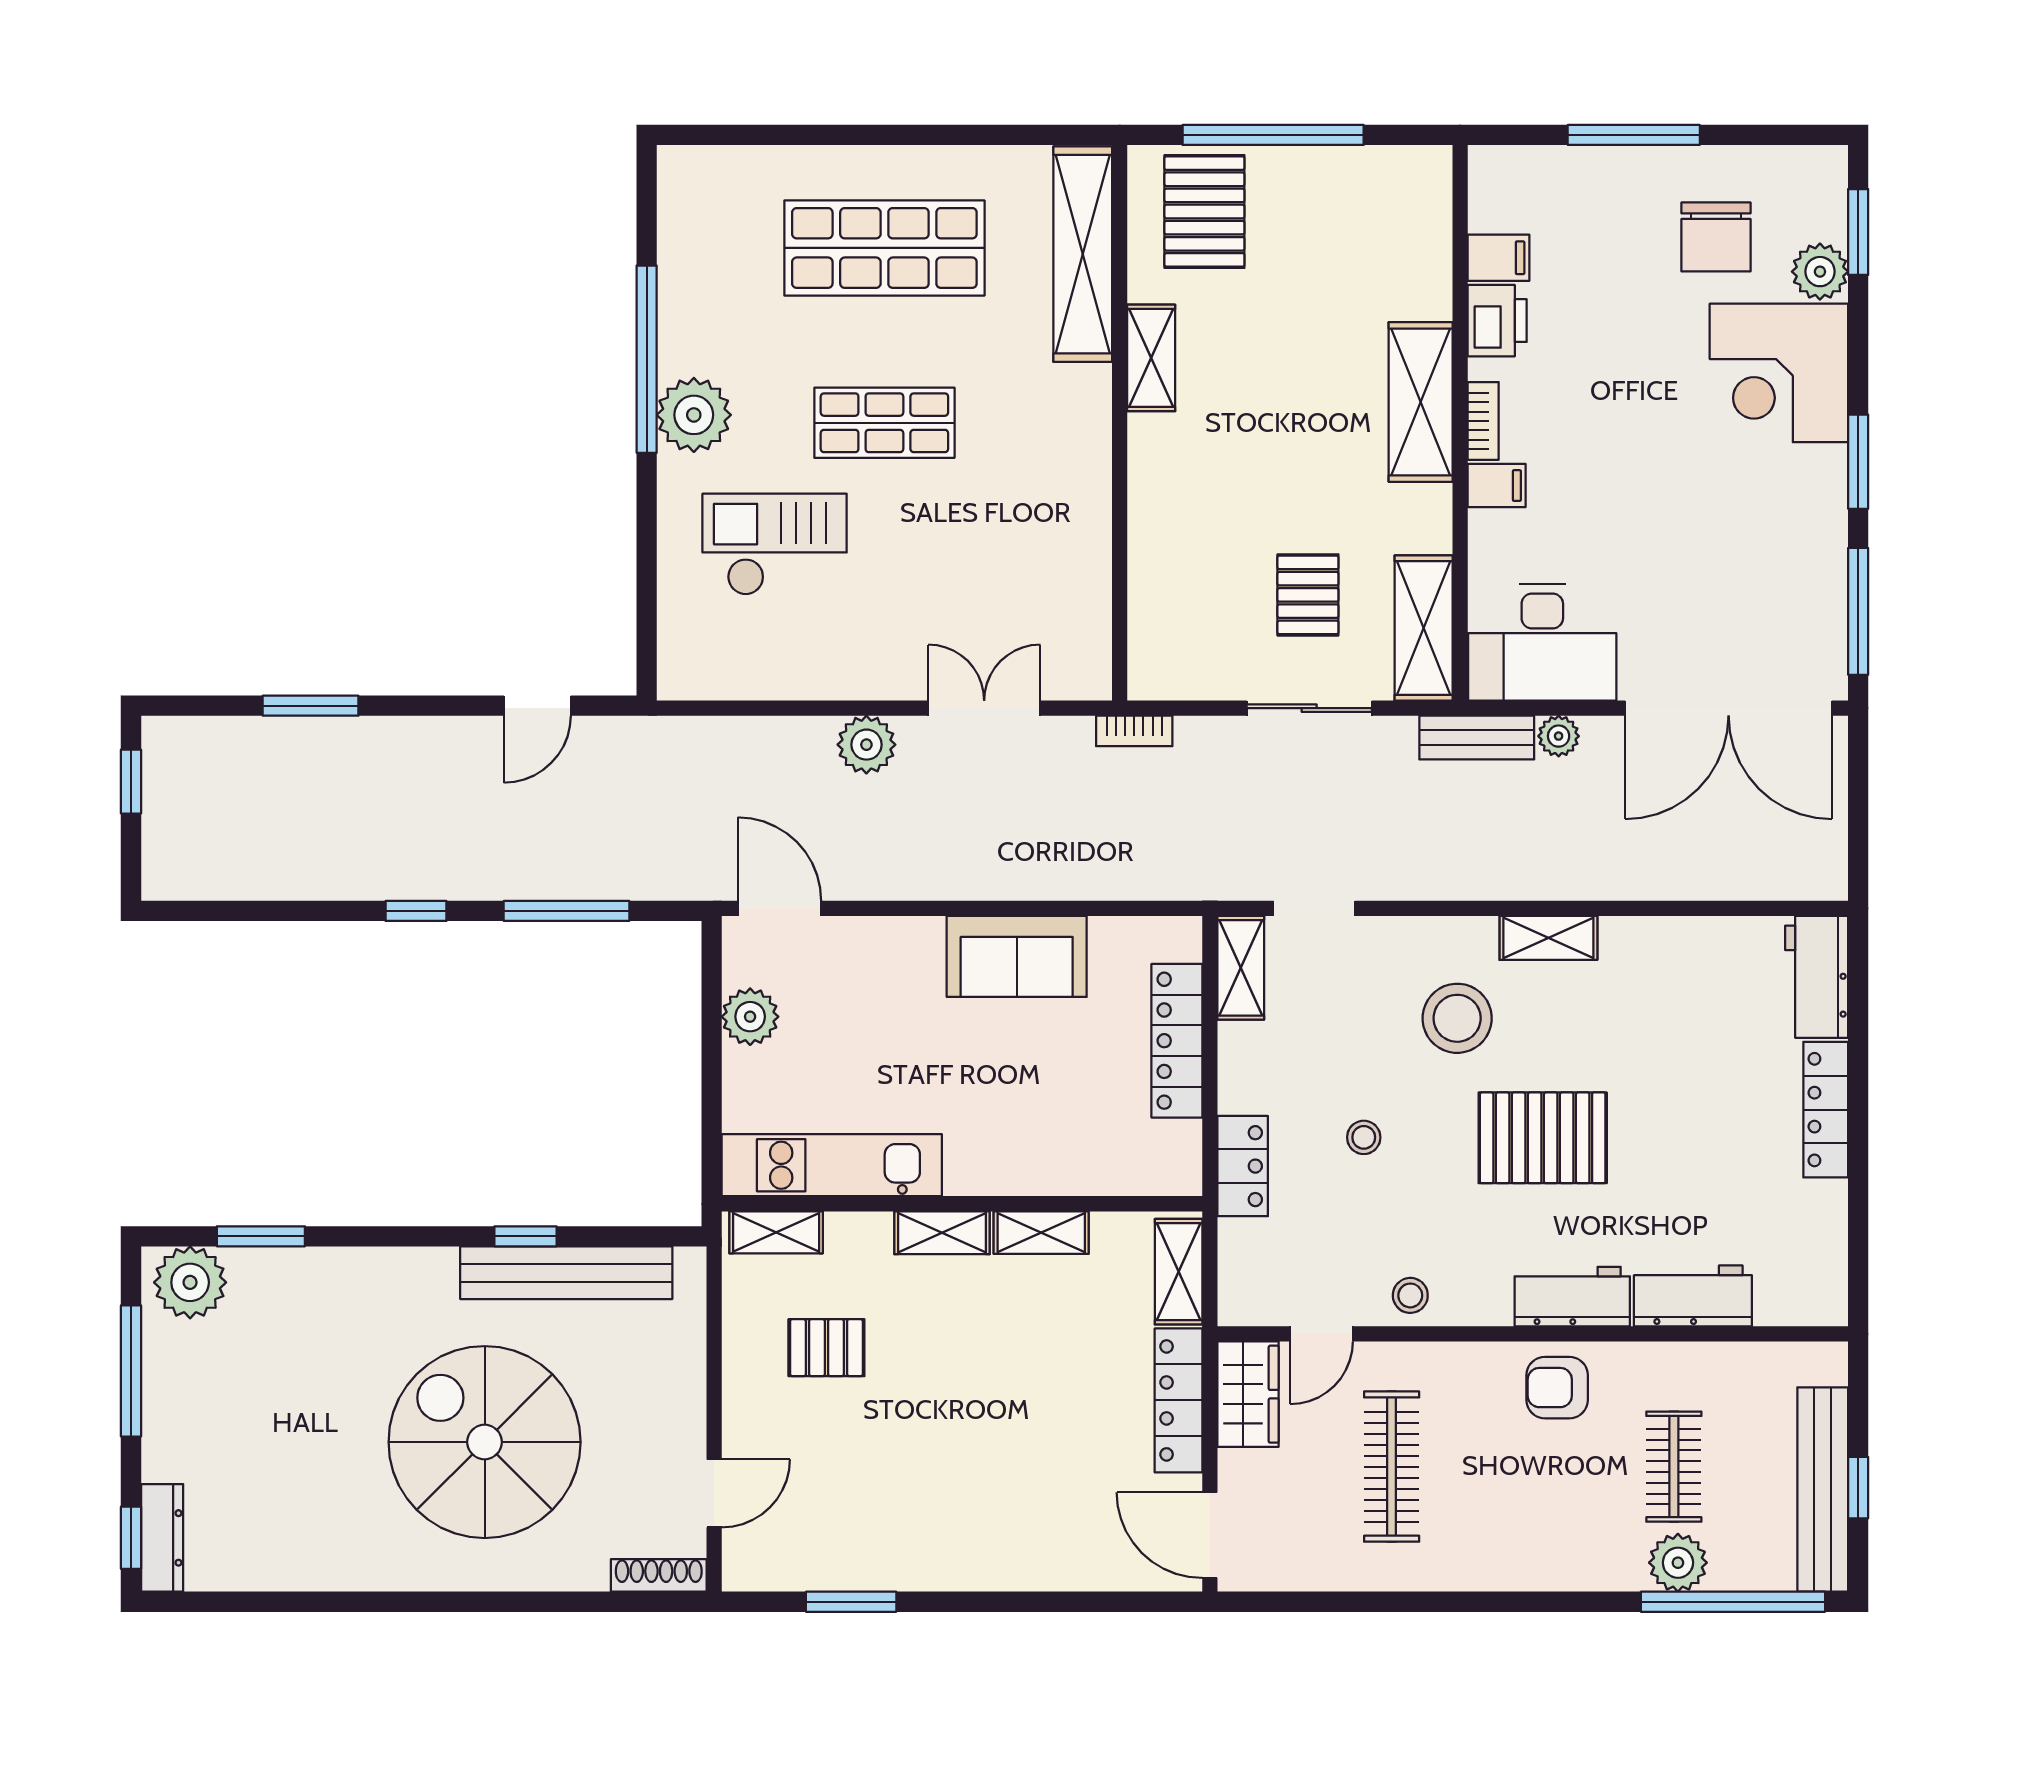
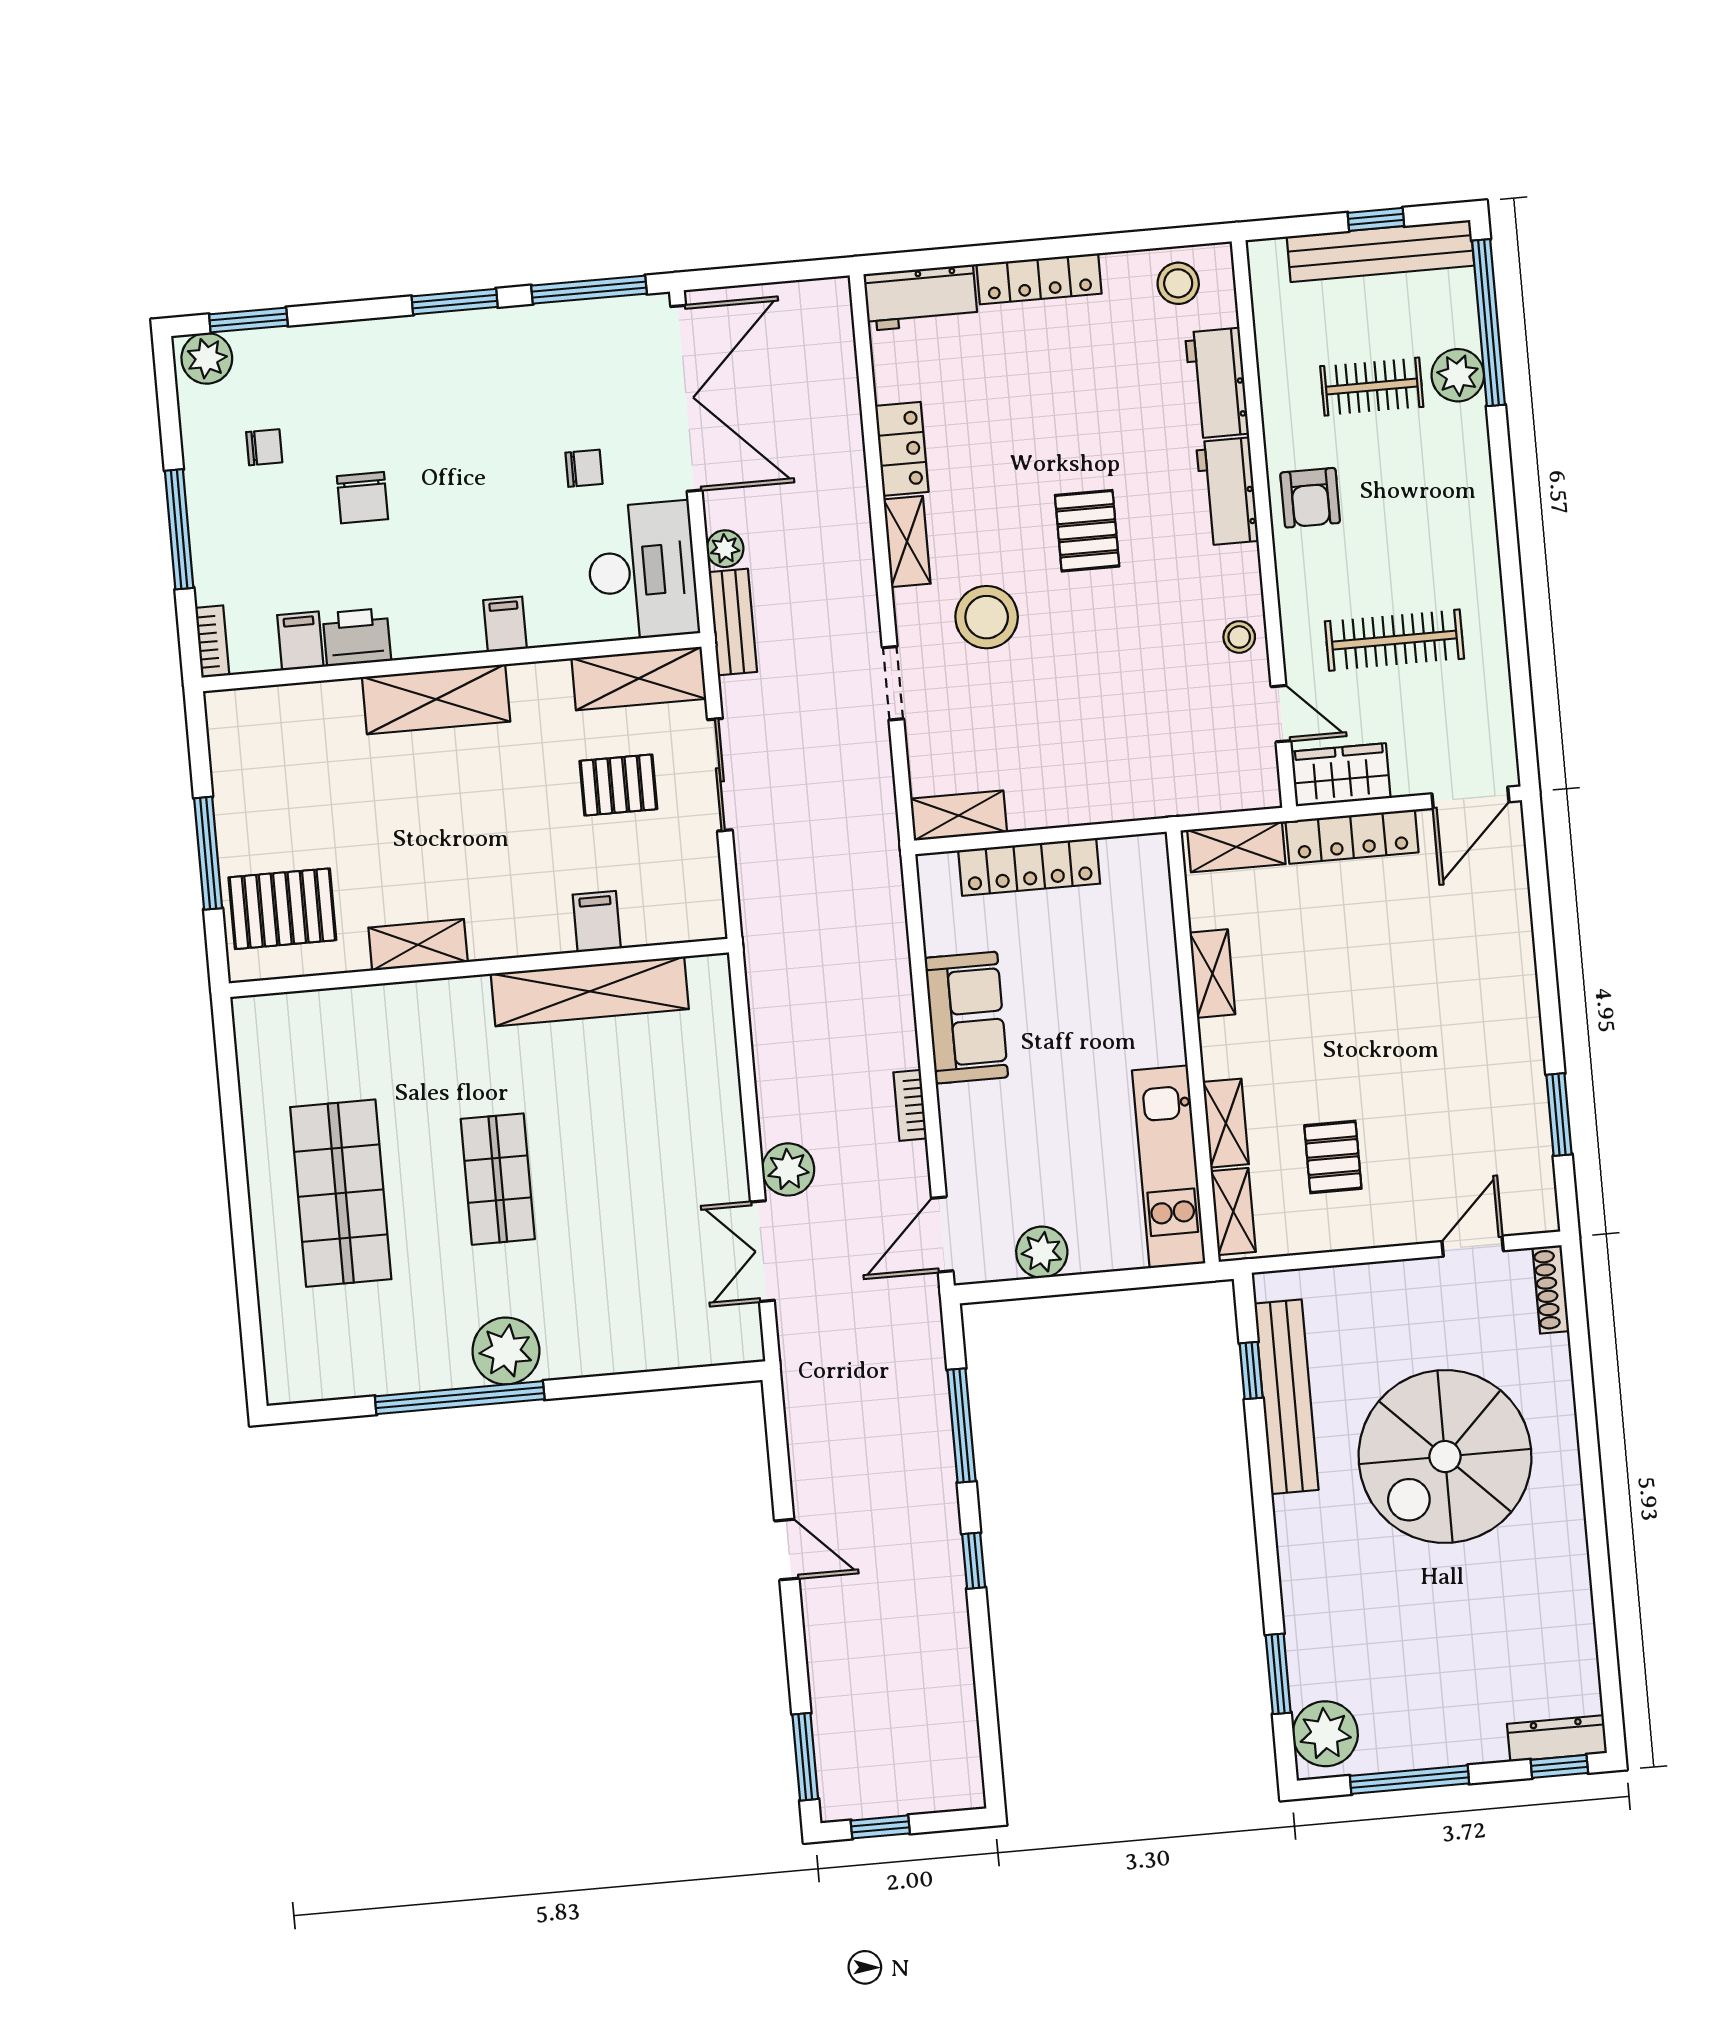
window: (1273, 135) -> (208, 853), width x0.68
chair: (1716, 237) -> (264, 447), width x0.54, depth x0.54
shelving: (1083, 254) -> (590, 991), moved
plant: (1820, 272) -> (207, 358), moved
chair: (1651, 341) -> (362, 498), added
corner desk: (1779, 373) -> (381, 380), removed
bookcase: (1483, 421) -> (212, 641), moved, turned 90
checkout: (775, 544) -> (616, 1268), removed
filing cabinet: (1159, 558) -> (597, 921), added
chair: (1661, 588) -> (584, 468), added
window: (311, 706) -> (805, 1757), moved
door: (537, 706) -> (787, 1550), moved
double door: (984, 708) -> (762, 1251), moved
bookcase: (1134, 731) -> (910, 1105), moved, turned 180
doorway: (1314, 908) -> (893, 683), moved
stool: (1364, 1137) -> (1178, 283), moved, width x1.37, depth x1.37
pallet: (1543, 1138) -> (1087, 531), width x0.67, depth x0.71
locker: (1243, 1166) -> (902, 449), moved, turned 90
shelving: (942, 1233) -> (1226, 1123), moved
window: (526, 1236) -> (1251, 1370), moved
door: (714, 1493) -> (1473, 1246), hinge flipped

